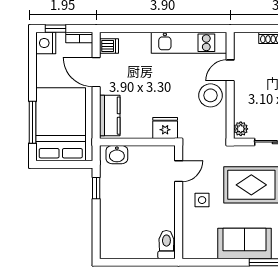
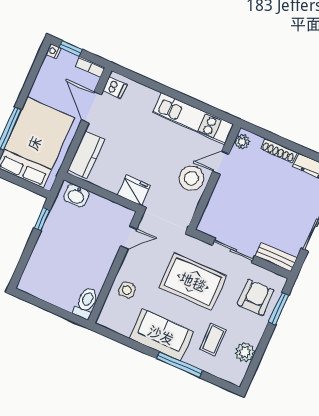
nightstand: (46, 43) -> (53, 51), width x0.53, depth x0.56
plant: (241, 129) -> (242, 142), moved
side table: (202, 200) -> (127, 290), moved

